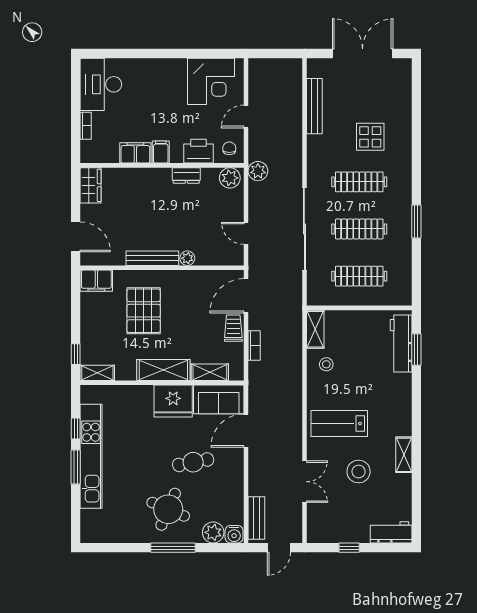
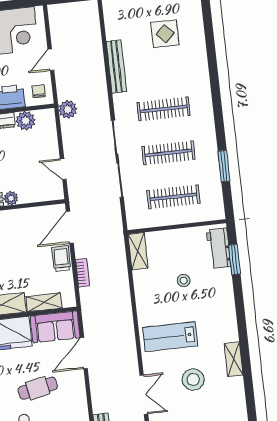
bench: (314, 106) -> (116, 67), moved
display table: (370, 137) -> (165, 34), moved
plant: (230, 178) -> (26, 121), moved
window: (416, 221) -> (224, 166), moved
workbench: (401, 343) -> (219, 248), width x0.73
stool: (326, 364) -> (184, 280), moved

